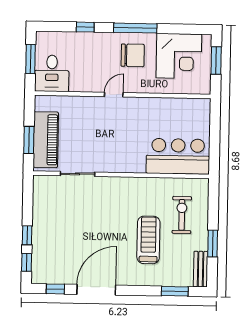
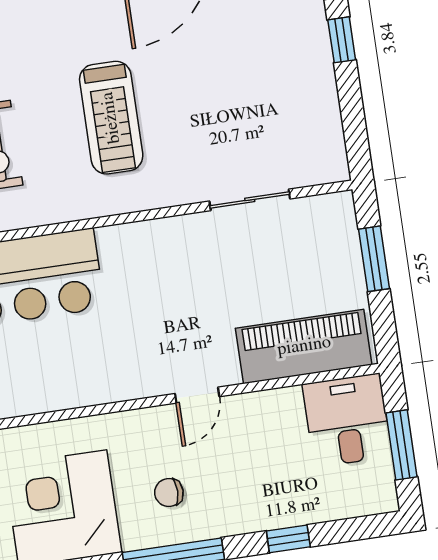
chair: (133, 55) -> (169, 493), width x0.54, depth x0.54
piano: (46, 140) -> (304, 346), moved, turned 90
treadmill: (148, 240) -> (111, 118), moved

